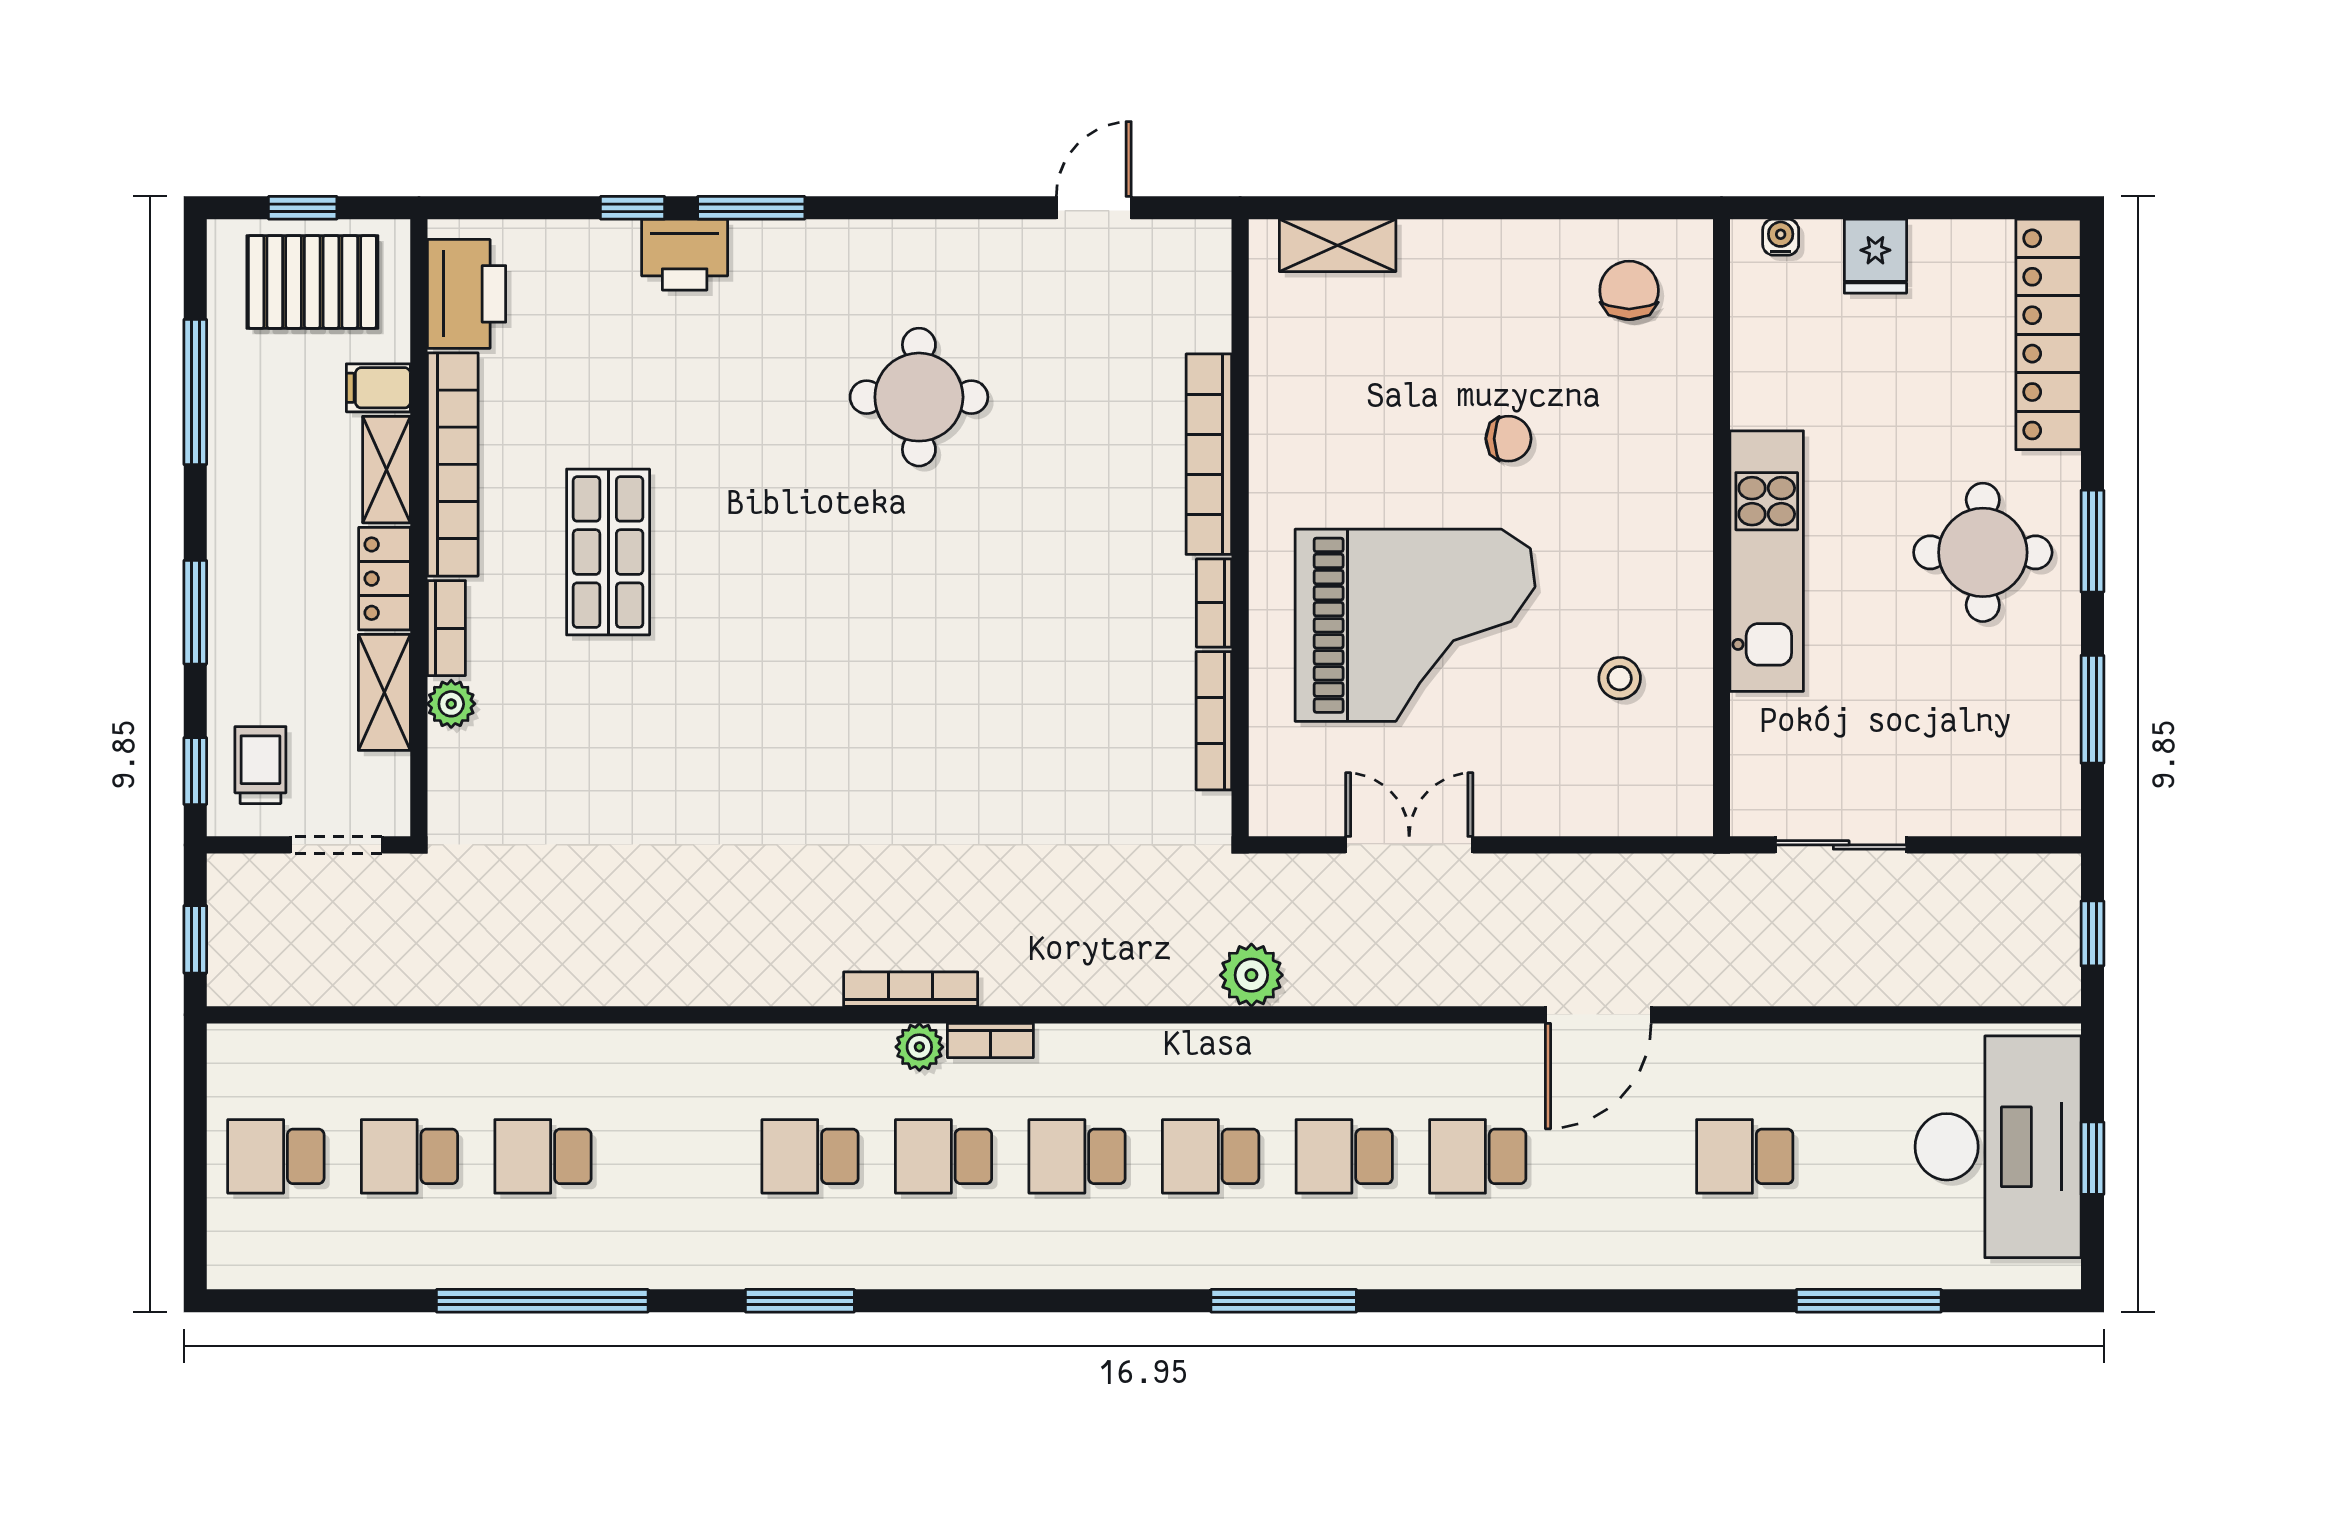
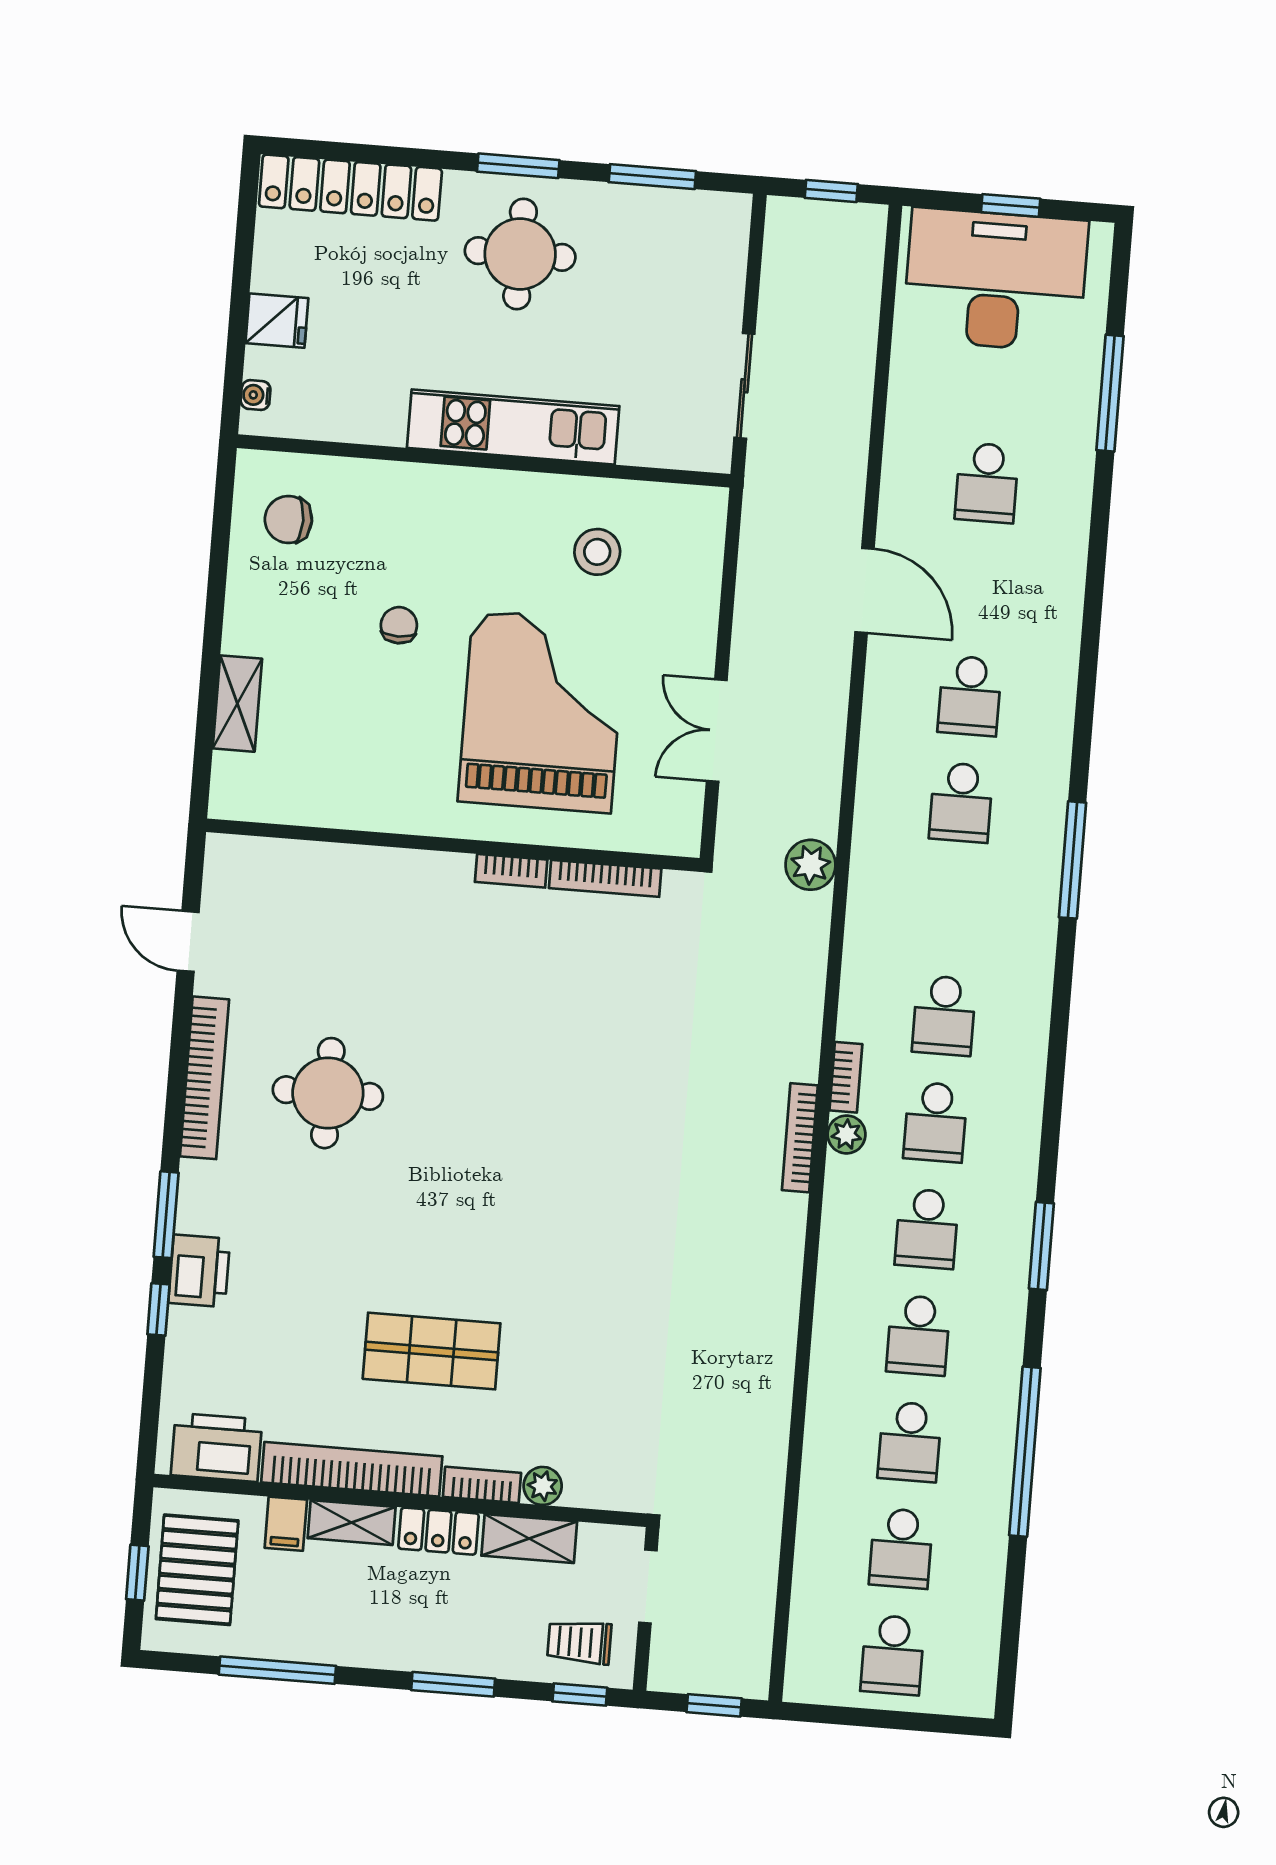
shelving: (1338, 245) -> (237, 704), moved
bookcase: (1209, 454) -> (204, 1078), moved, turned -90
stool: (1620, 678) -> (597, 552), width x1.37, depth x1.37
school desk: (1211, 1156) -> (918, 1335), moved

